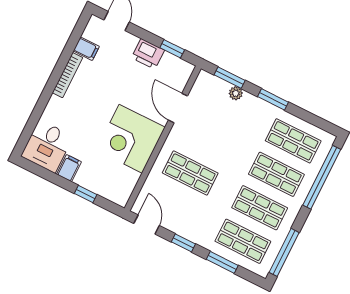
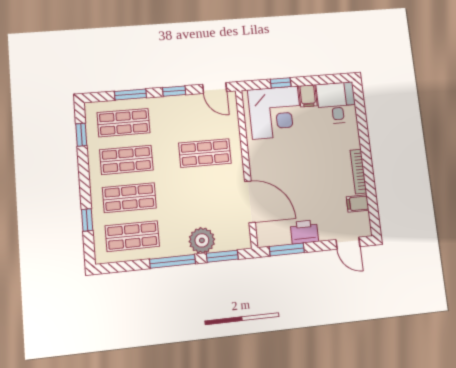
window: (172, 49) -> (287, 250), width x1.50
plant: (236, 93) -> (202, 240), width x1.87, depth x1.87
window: (273, 99) -> (173, 261), width x1.44
door: (178, 108) -> (250, 202), width x1.36
corner desk: (131, 139) -> (275, 113), moved, turned 90
window: (322, 177) -> (87, 220), width x0.32
window: (284, 252) -> (81, 135), width x0.46

